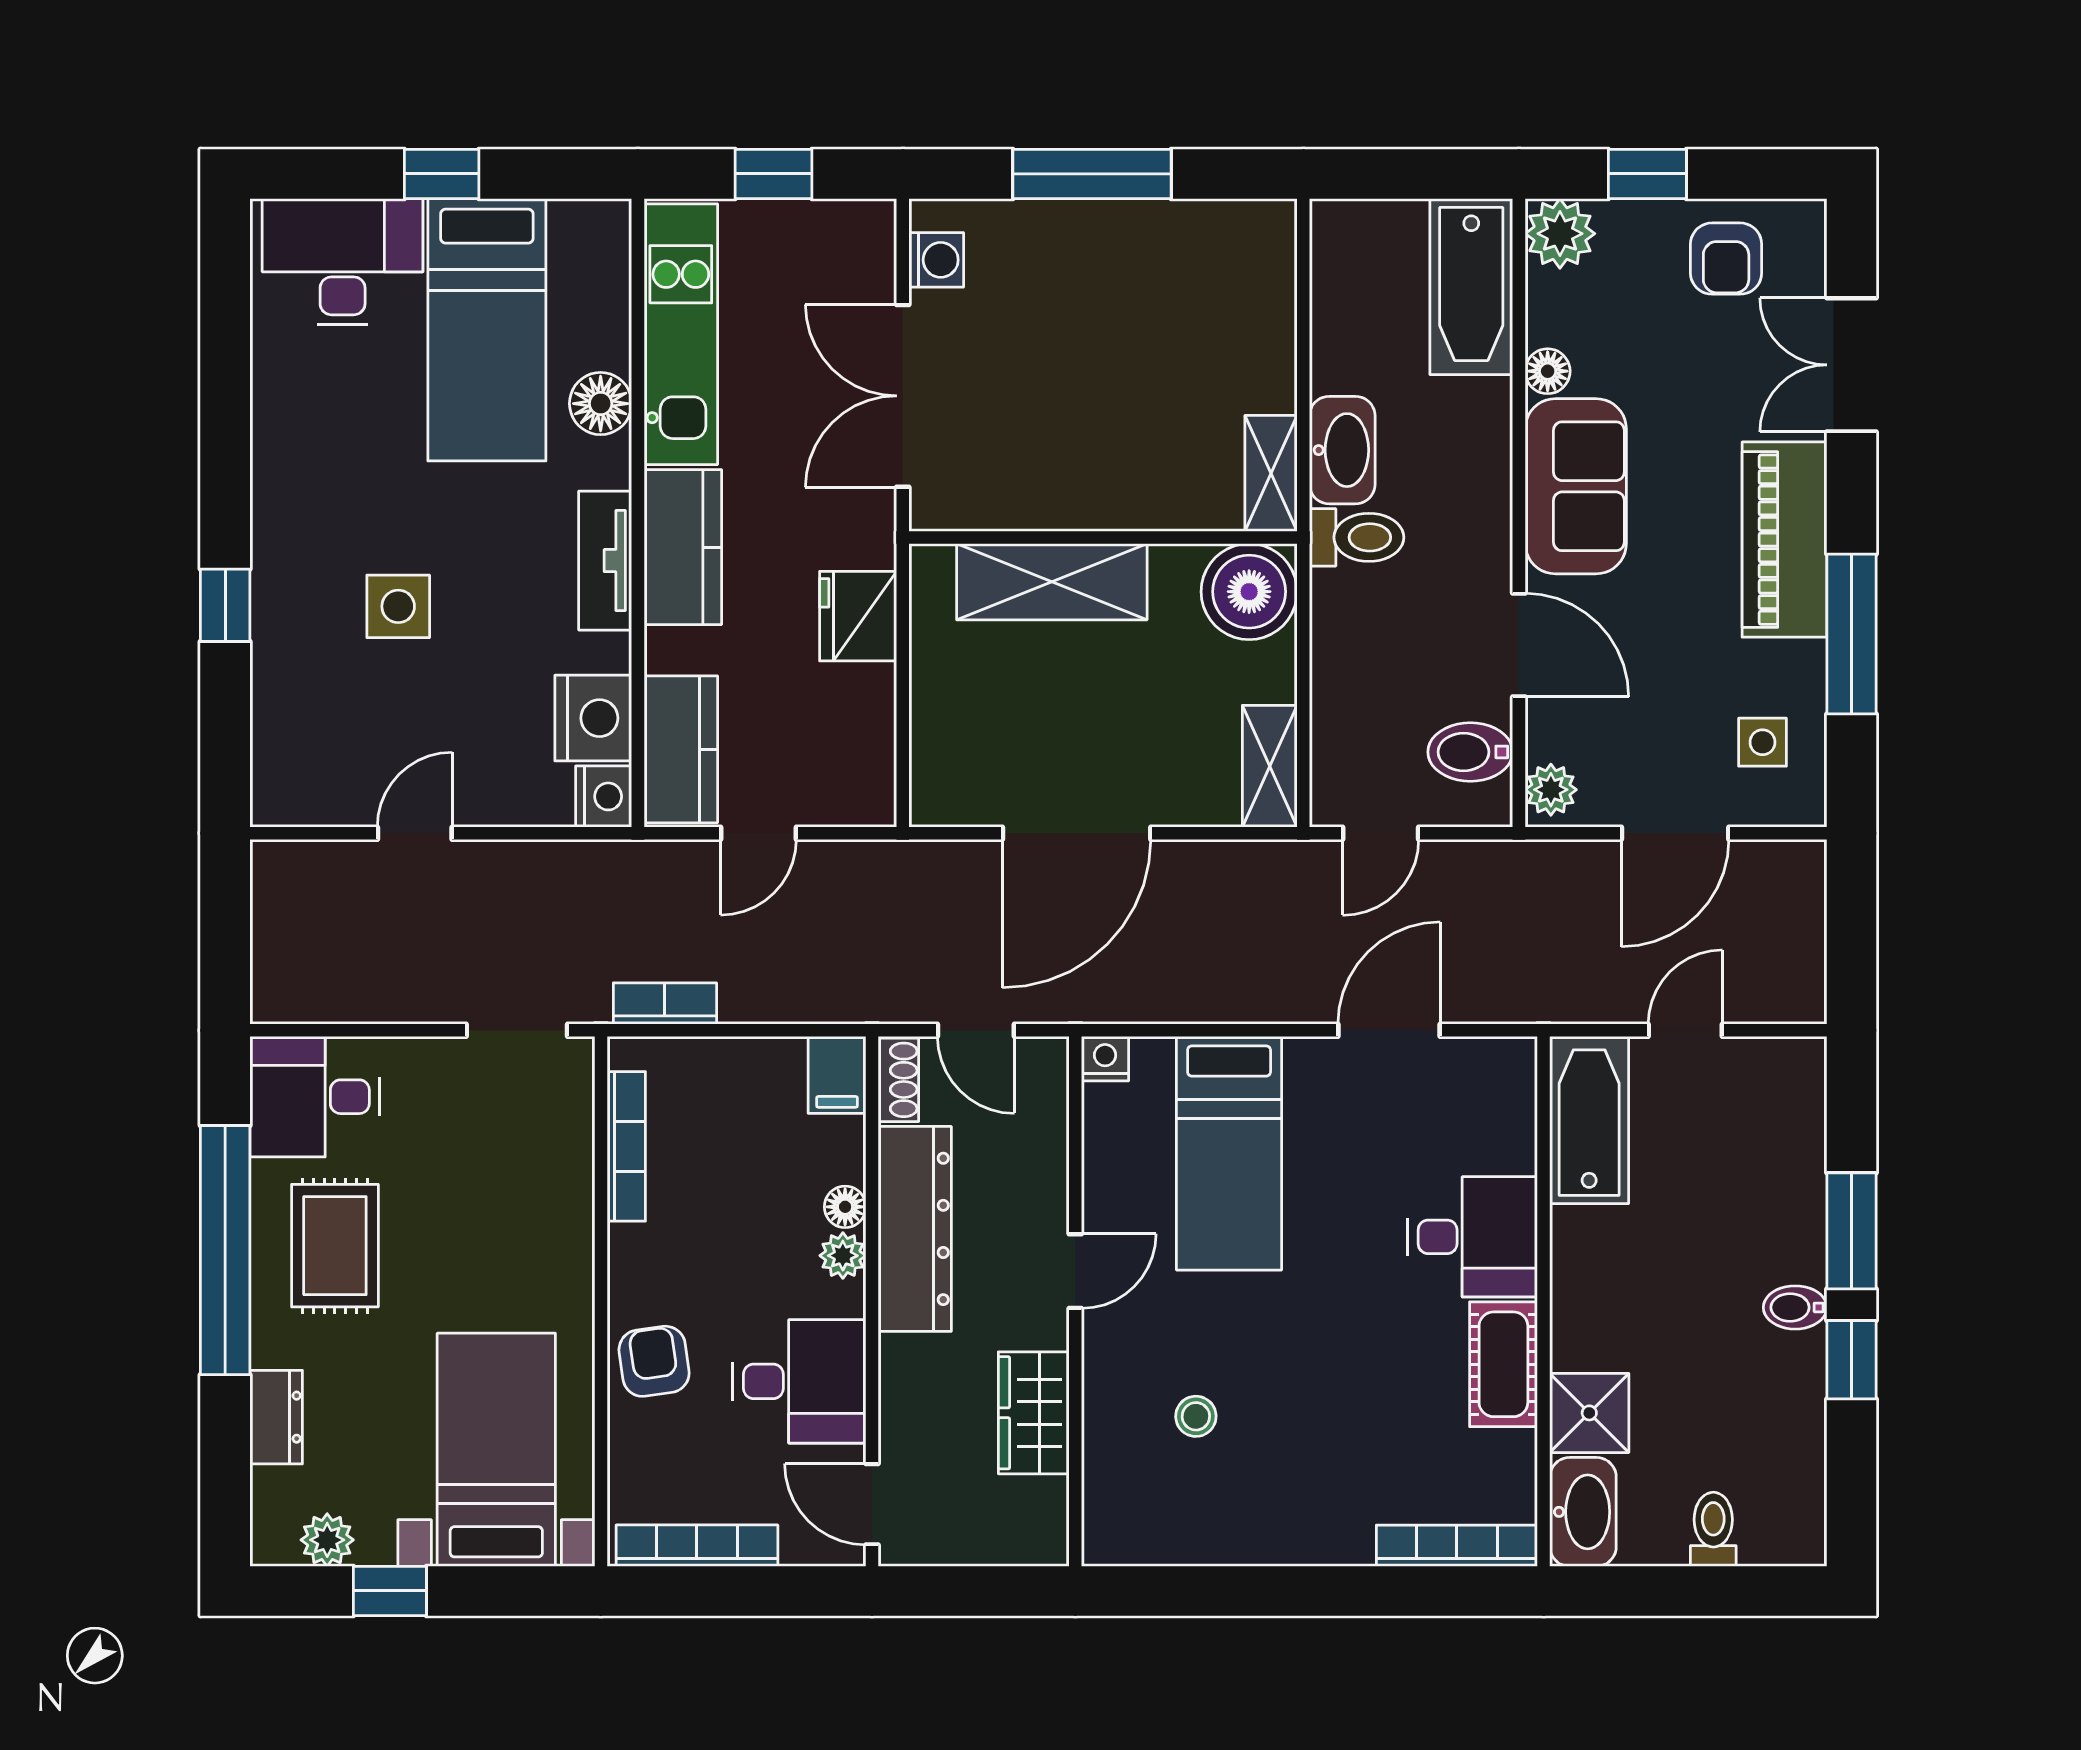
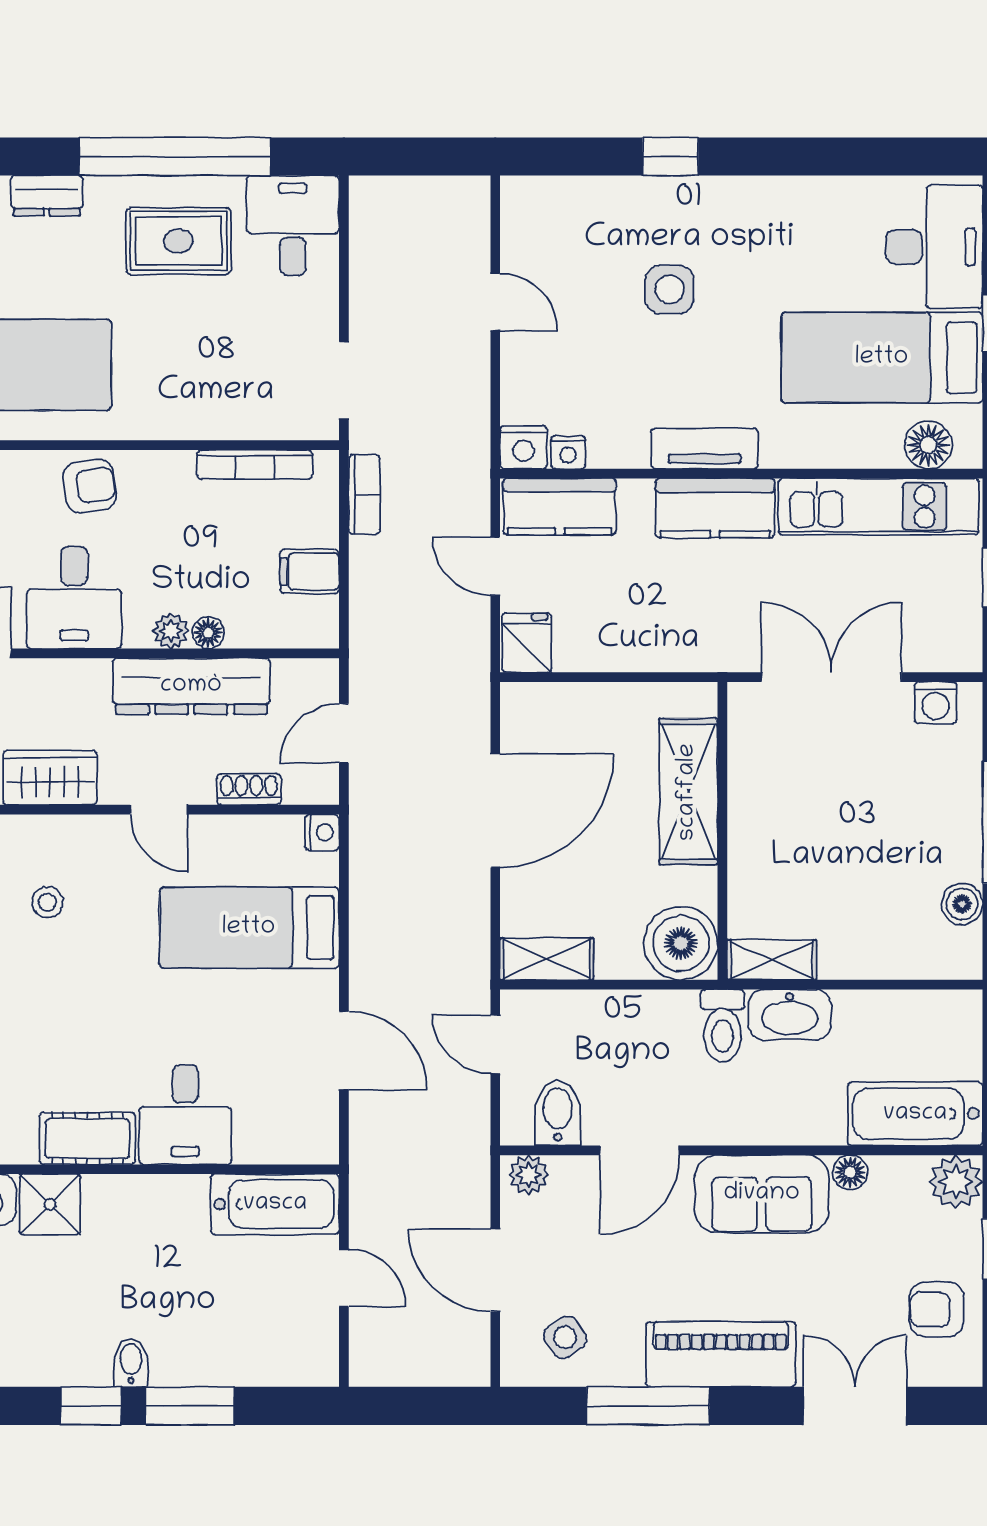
boiler: (1198, 226) -> (962, 904), added
floor lamp: (601, 404) -> (928, 445), moved
fridge: (858, 616) -> (527, 643), moved, width x0.72
nightstand: (593, 718) -> (568, 452), width x0.53, depth x0.56
side table: (1762, 742) -> (565, 1337), turned -34
door: (1077, 833) -> (495, 811), swing flipped
filing cabinet: (837, 1075) -> (310, 571), moved
shoe rack: (898, 1080) -> (249, 789), moved, turned 180

